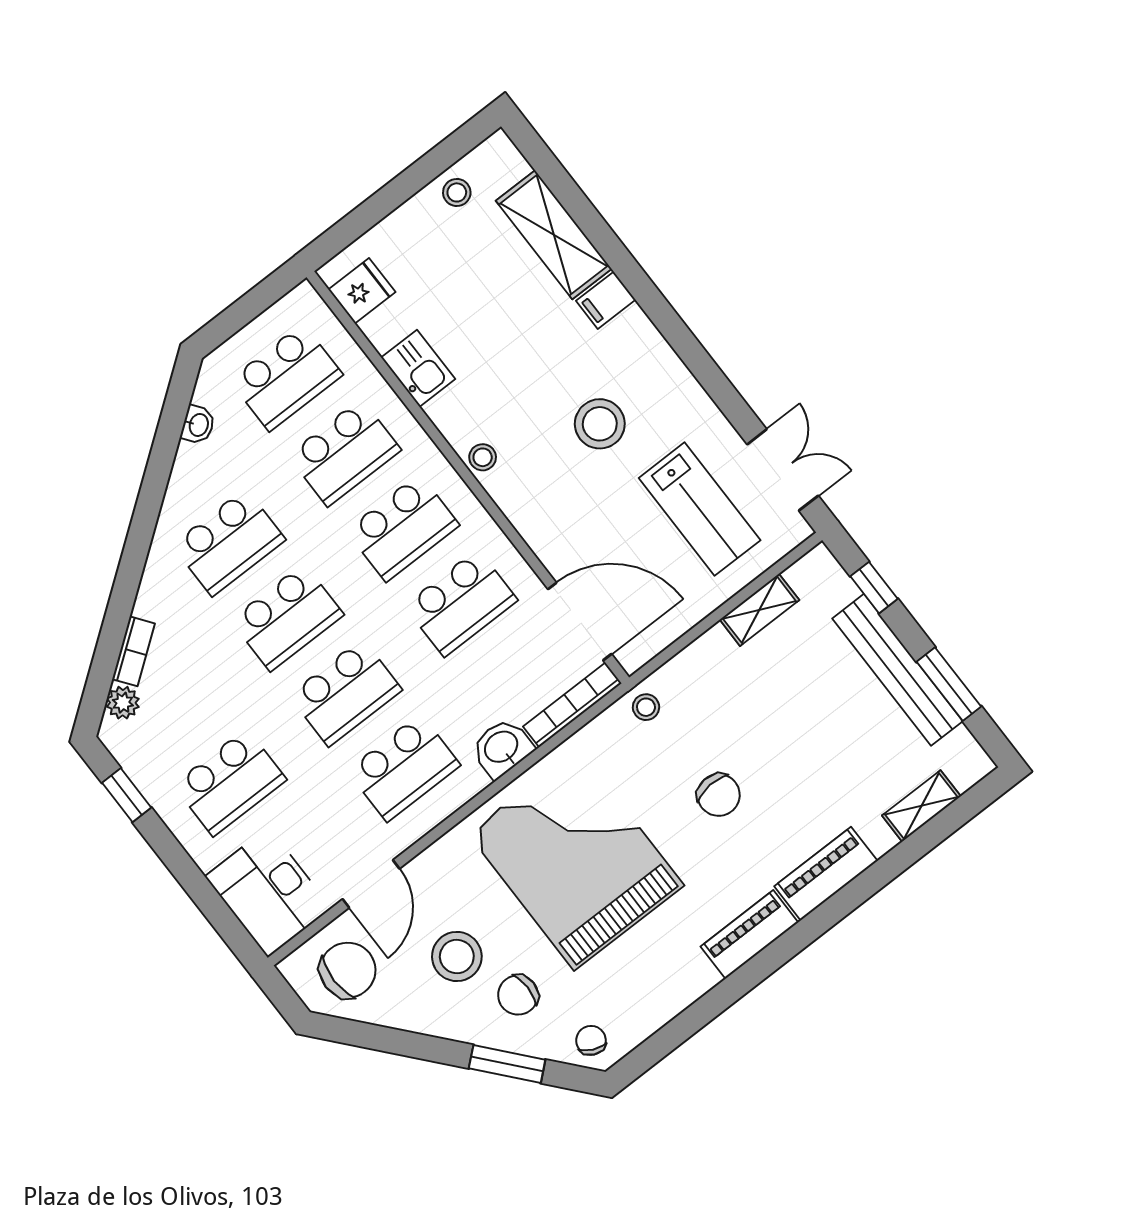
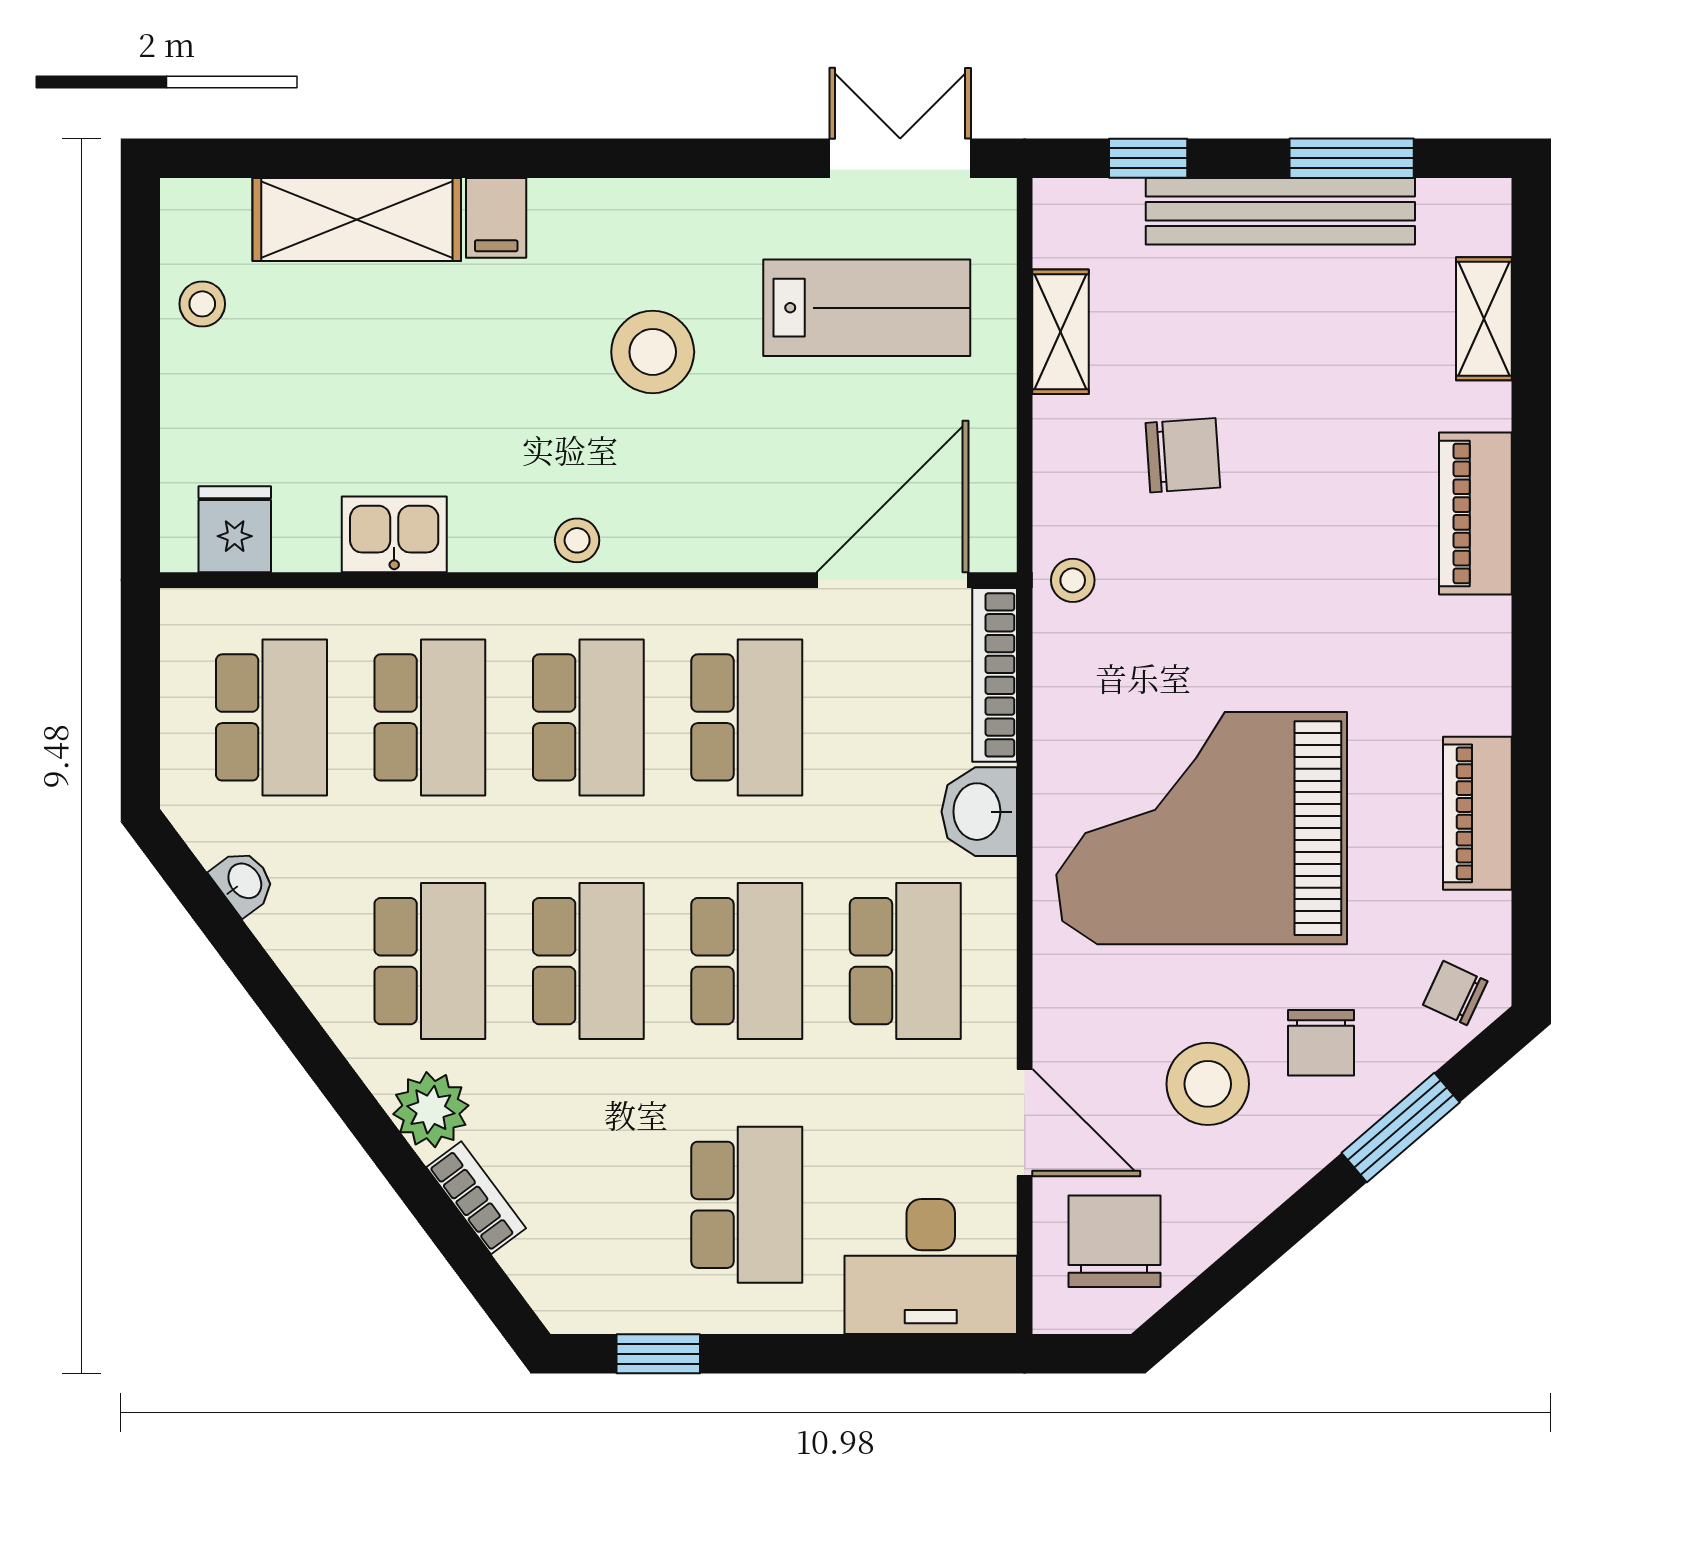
plant: (123, 703) -> (431, 1110), moved, width x1.38, depth x1.38
chair: (719, 795) -> (1183, 455), moved
piano: (749, 934) -> (1477, 813), moved

